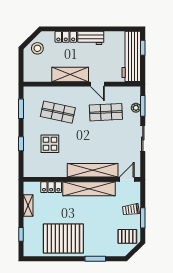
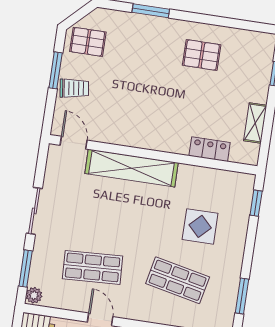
plant: (136, 108) -> (34, 295), moved
window: (21, 144) -> (256, 203), moved
door: (127, 179) -> (74, 143), swing flipped
shelving: (89, 189) -> (143, 136), removed
pallet: (63, 239) -> (202, 55), width x0.49, depth x0.50

